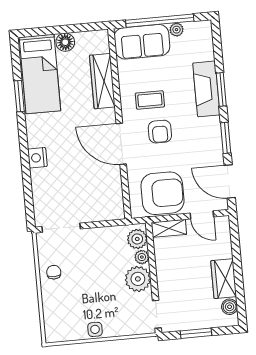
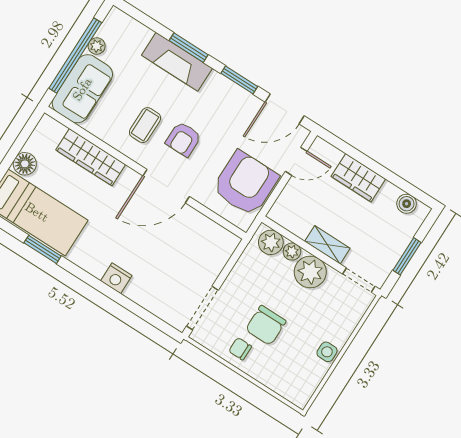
armchair: (160, 132) -> (183, 139), turned 90
shelving: (169, 228) -> (327, 245), moved, turned 90
chair: (82, 277) -> (266, 325), added
wardrobe: (224, 279) -> (358, 178), moved

